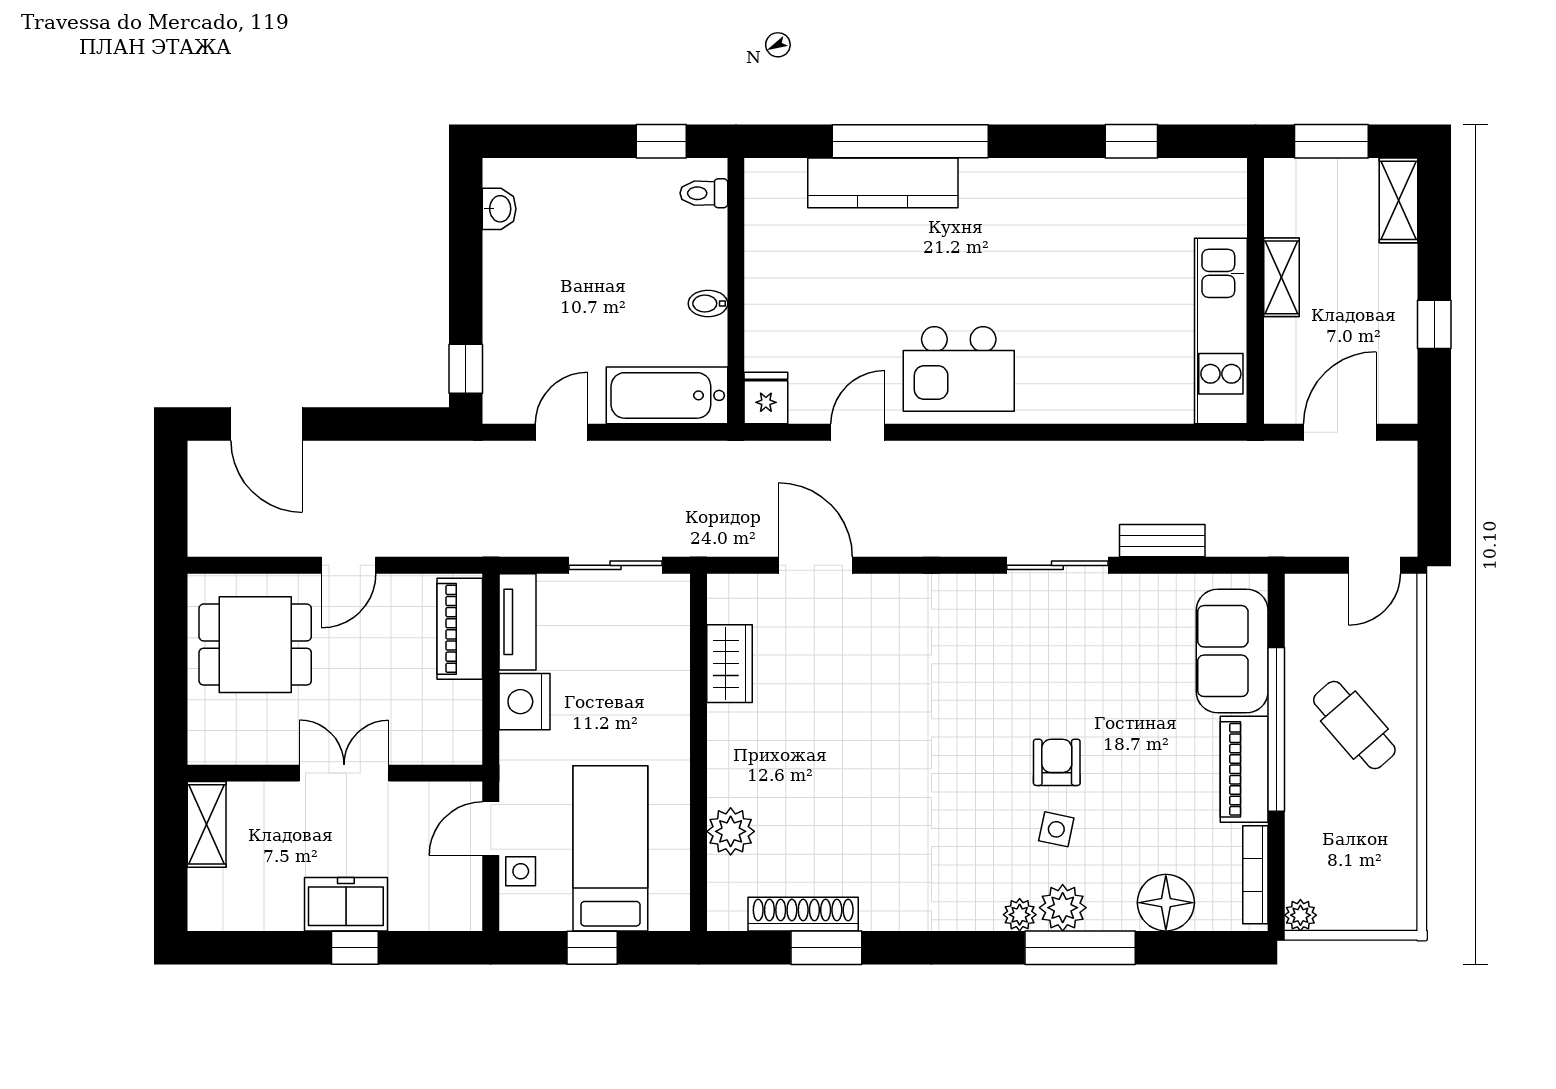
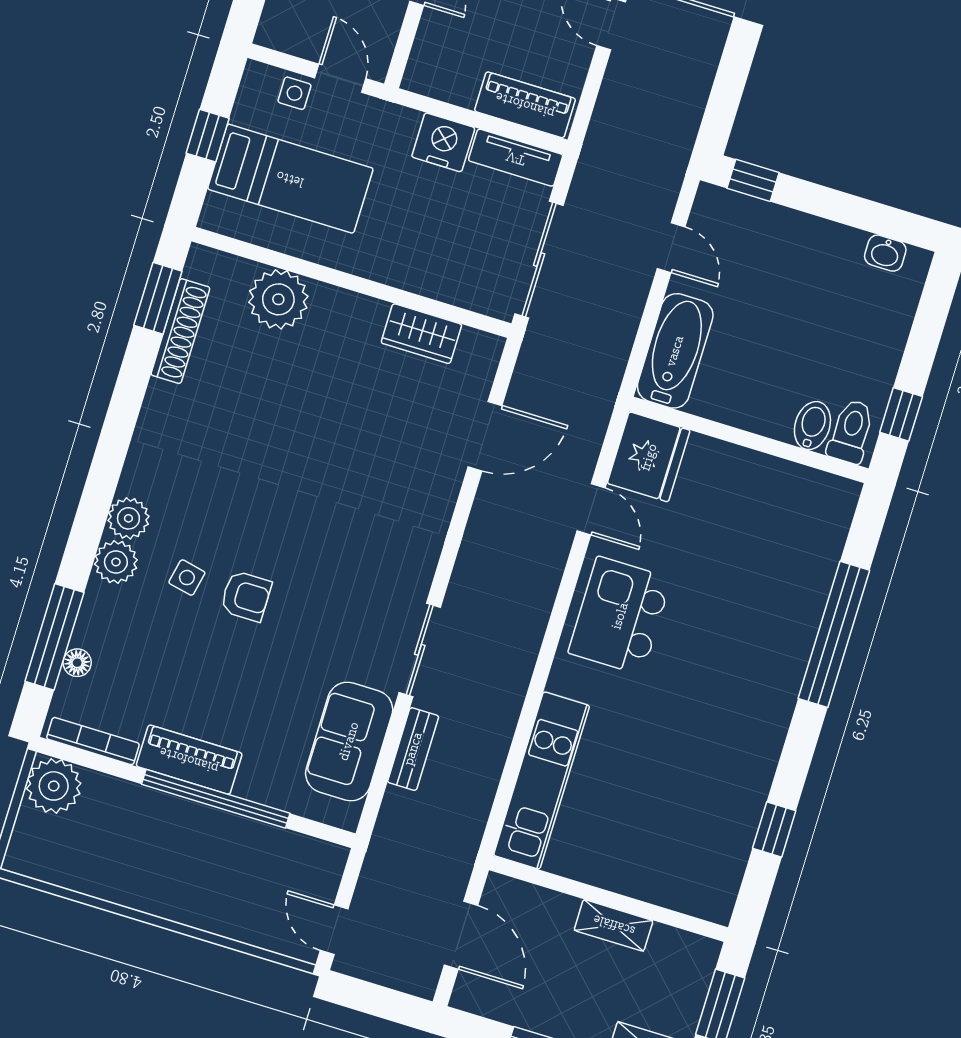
kitchen counter: (883, 183) -> (805, 599), removed
toilet: (704, 193) -> (851, 431), width x1.37, depth x1.39
bidet: (708, 303) -> (812, 426), moved, width x1.38, depth x1.36
kitchen unit: (1221, 331) -> (542, 780), moved, turned 90
fridge: (766, 398) -> (649, 457), width x1.88, depth x1.34
sliding door: (615, 565) -> (539, 260), width x1.37
sofa: (1232, 651) -> (349, 741), moved, turned -90
cafe table: (1354, 725) -> (199, 869), removed
plant: (731, 831) -> (278, 299), width x1.36, depth x1.36
floor lamp: (1166, 903) -> (77, 663), width x0.53, depth x0.53
plant: (1020, 915) -> (128, 518), width x1.38, depth x1.38
plant: (1300, 915) -> (54, 786), width x1.88, depth x1.88
window: (826, 948) -> (158, 298), moved
window: (1080, 948) -> (54, 637), moved

